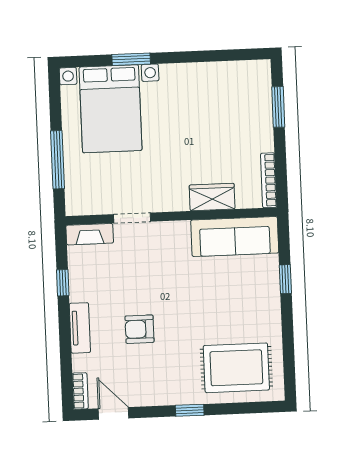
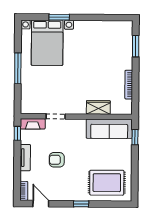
wardrobe: (212, 197) -> (98, 107), moved
wall: (171, 216) -> (76, 117), moved
doorway: (132, 218) -> (56, 116), moved
fireplace: (90, 234) -> (33, 124), moved
sofa: (235, 237) -> (109, 129), moved

